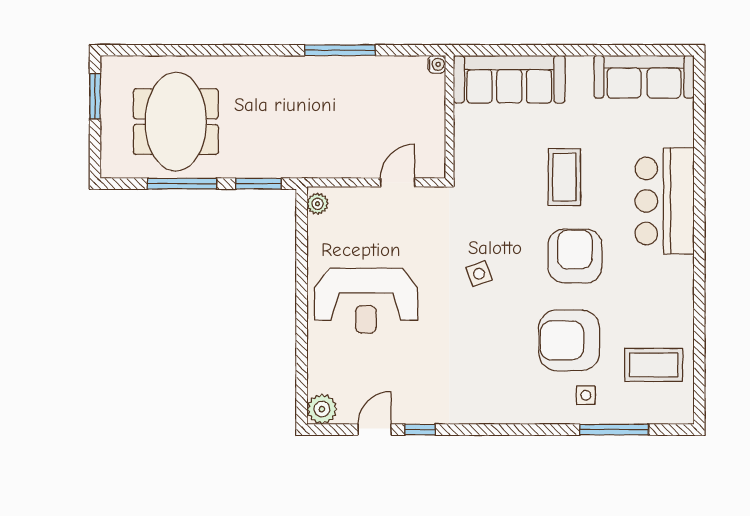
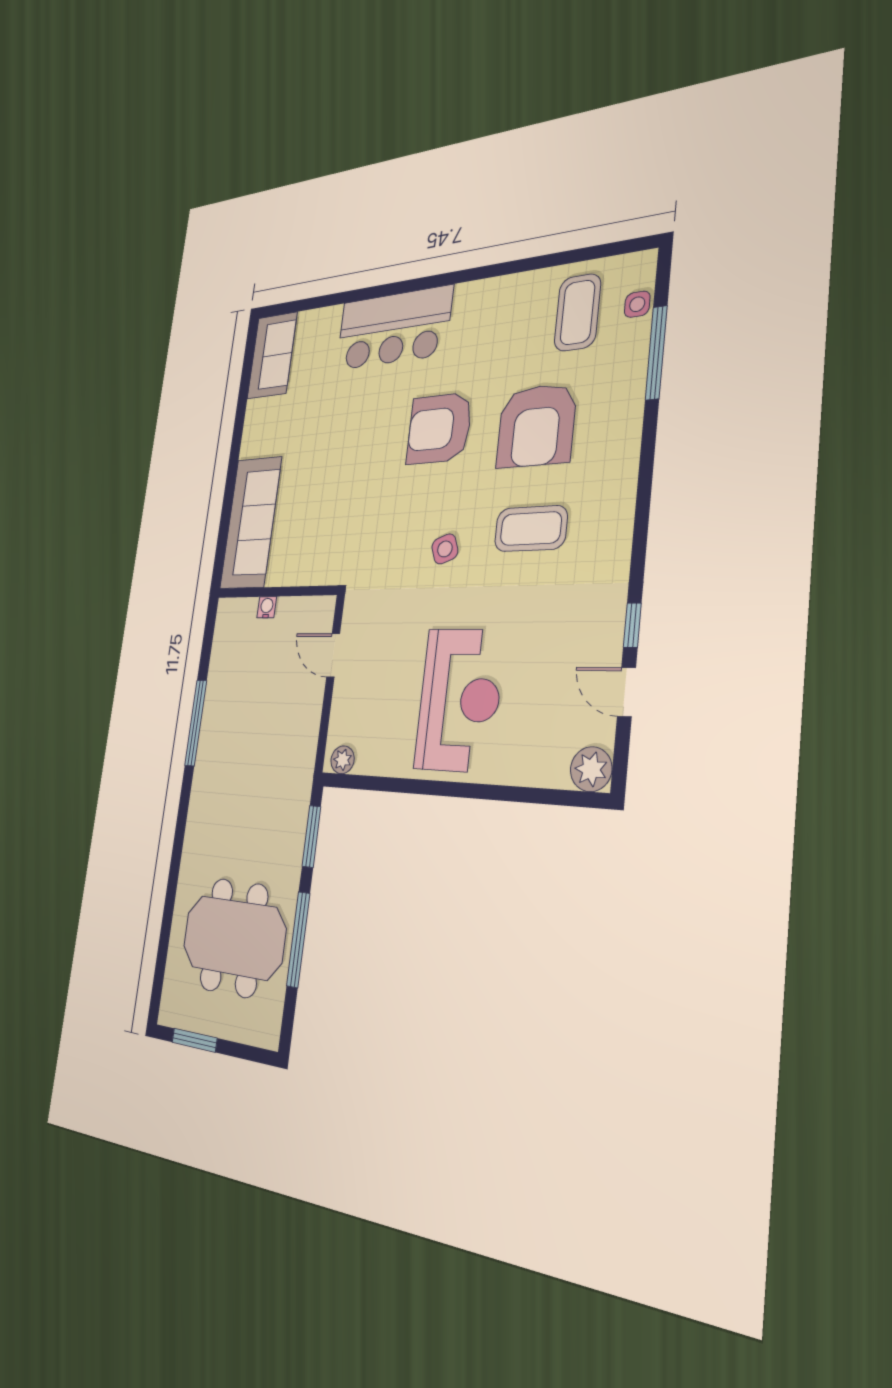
water cooler: (437, 64) -> (267, 607), moved
sofa: (644, 77) -> (272, 355), width x0.73
coffee table: (564, 177) -> (531, 529), moved
side table: (586, 395) -> (637, 304), moved

